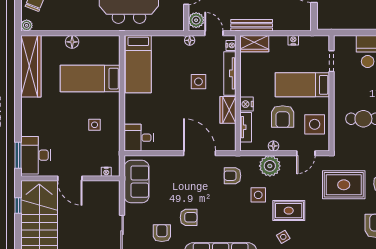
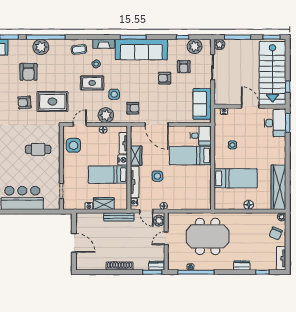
wardrobe: (254, 44) -> (104, 204), moved
bed: (138, 64) -> (190, 156), moved, turned -90
bed: (302, 85) -> (108, 175), moved, turned 180
armchair: (283, 116) -> (97, 151), removed

